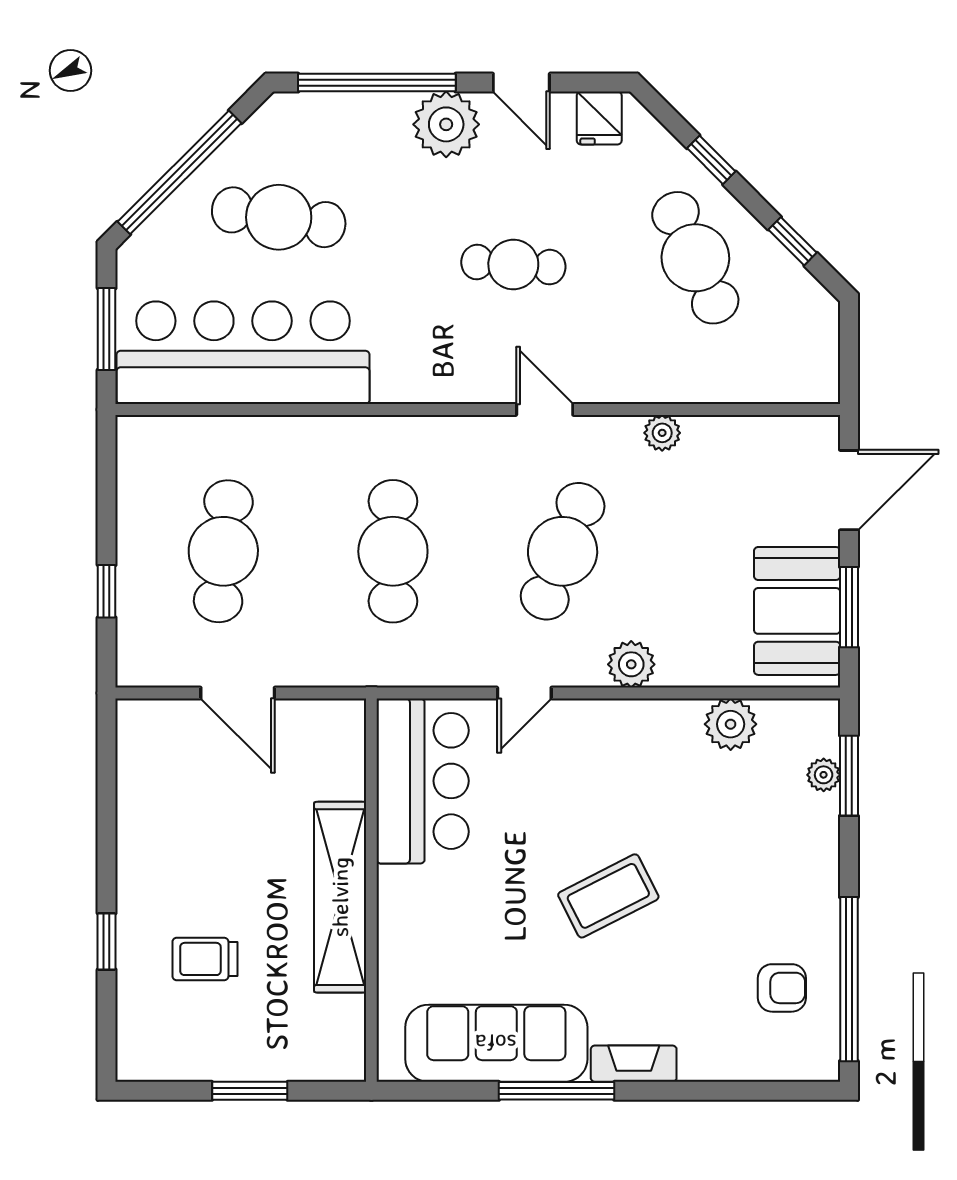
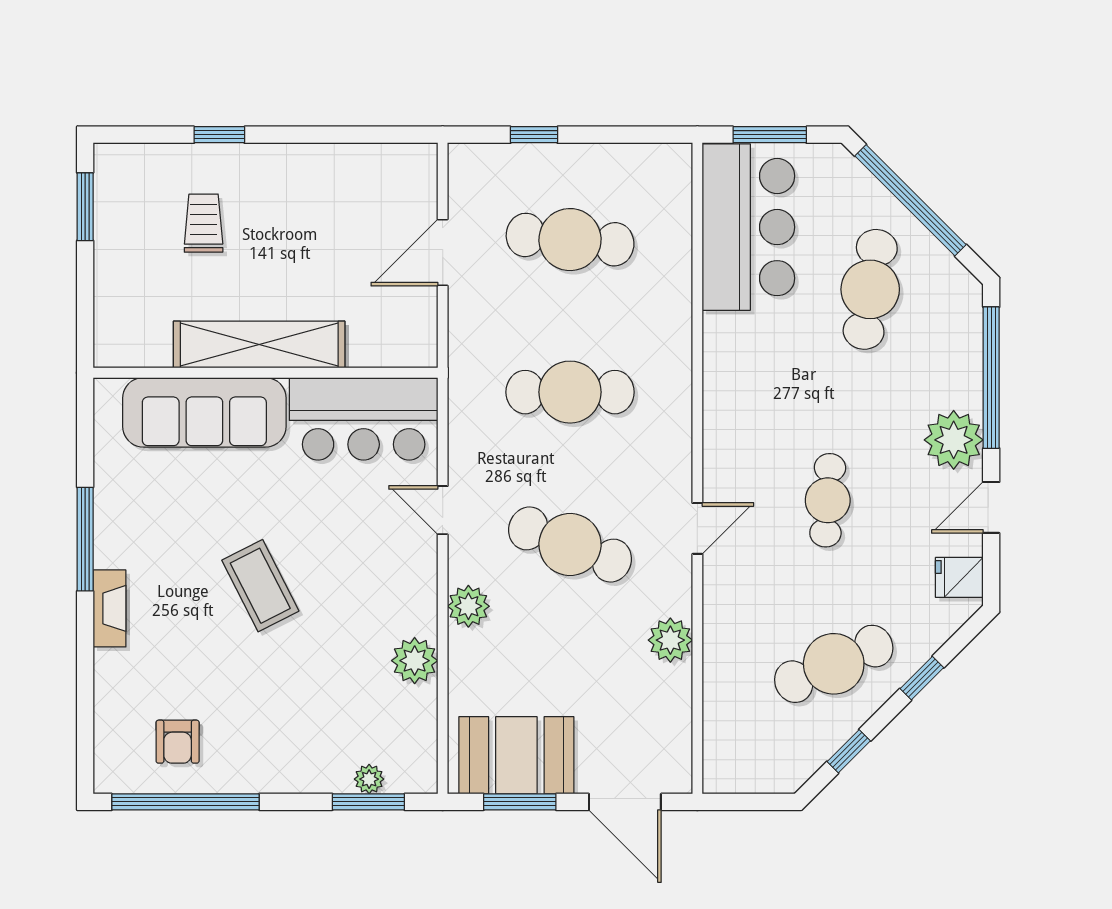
bar counter: (243, 353) -> (748, 227), width x0.73
plant: (662, 433) -> (670, 640), width x1.38, depth x1.38
plant: (731, 724) -> (415, 661), moved
sofa: (496, 1043) -> (204, 412), moved, turned 90
window: (250, 1091) -> (85, 207), moved

